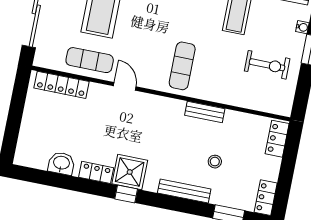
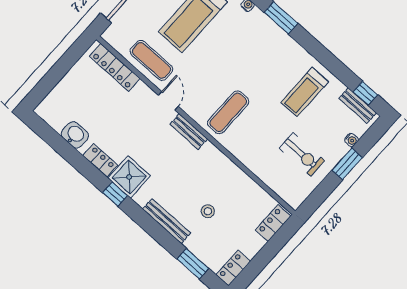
bench: (205, 112) -> (189, 132), moved

